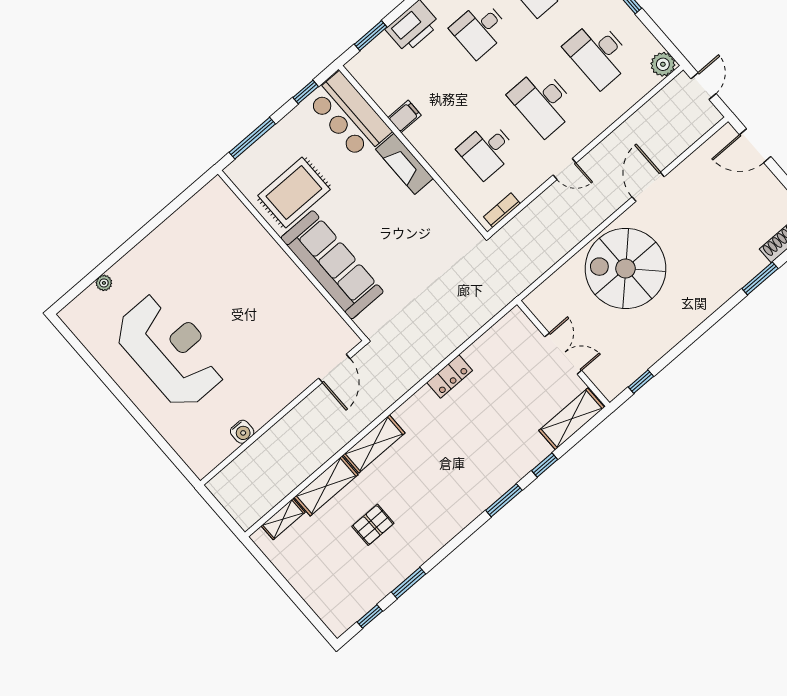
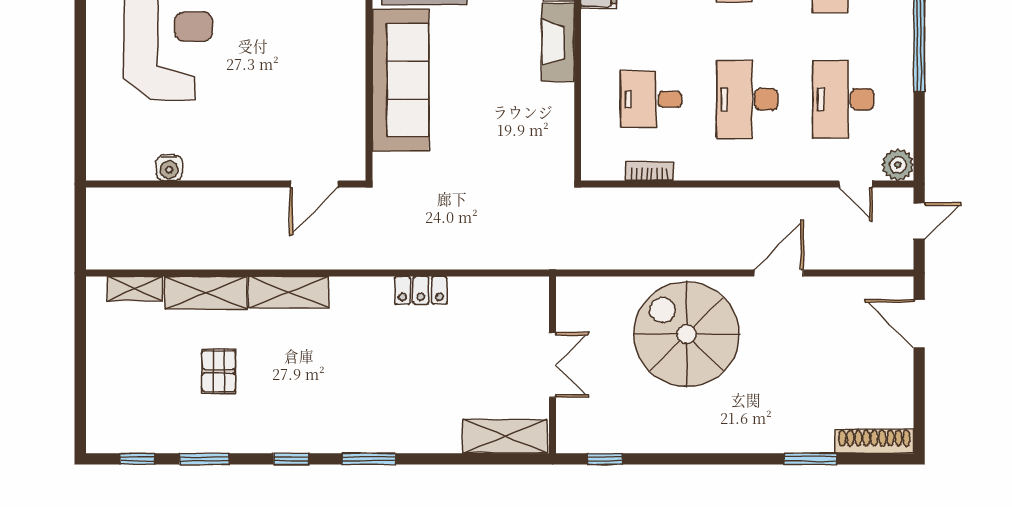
door: (565, 169) -> (856, 184), moved
bookcase: (502, 210) -> (649, 171), moved
window: (545, 465) -> (291, 459), moved
pallet: (373, 525) -> (219, 371), turned 90

